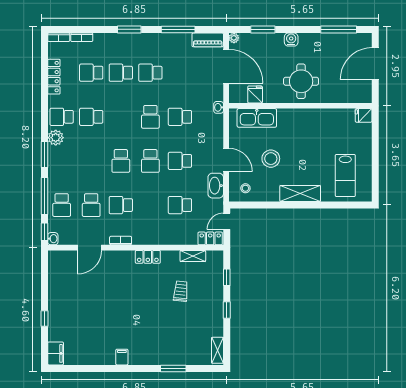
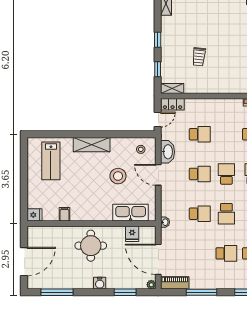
filing cabinet: (330, 116) -> (65, 214), added
school desk: (150, 117) -> (226, 214), turned 180
lab bench: (345, 175) -> (51, 161), turned 180
shelving: (193, 256) -> (172, 88), moved
locker: (148, 257) -> (229, 88), removed

